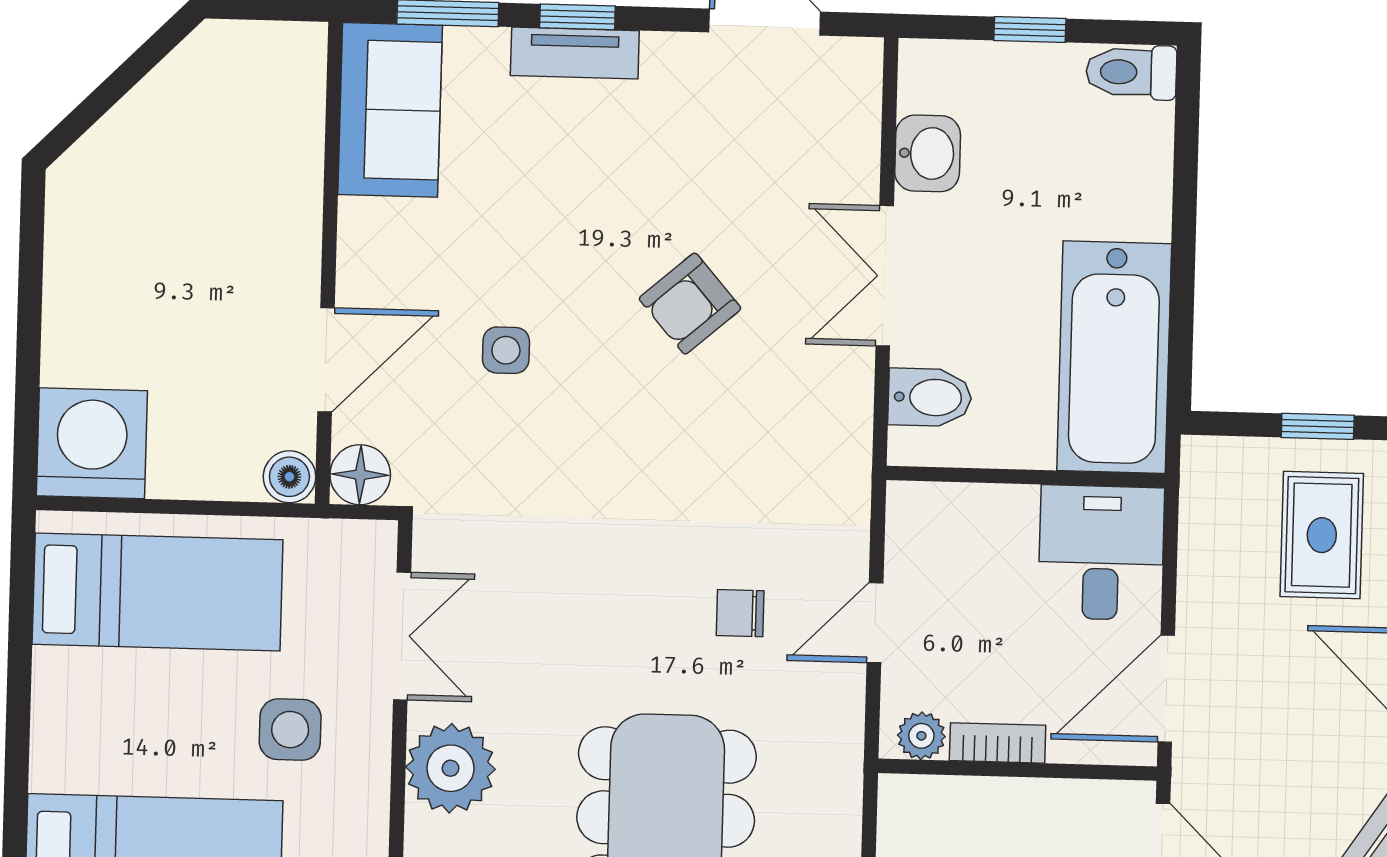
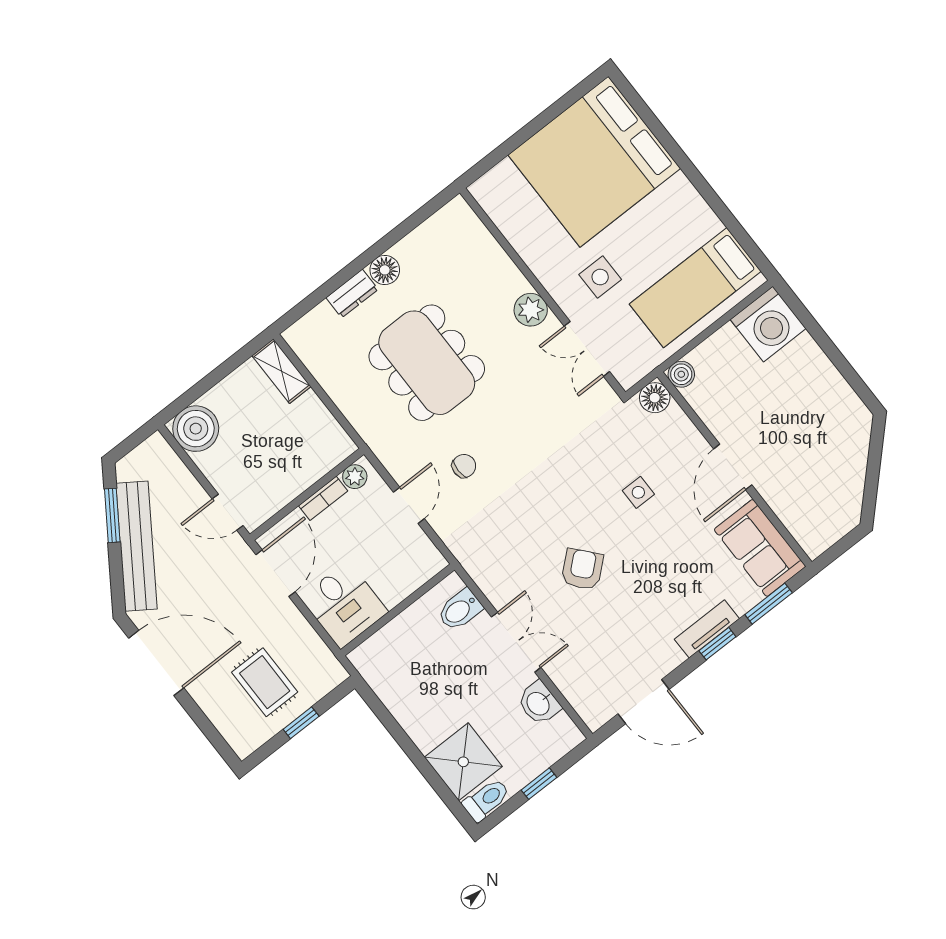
shower: (1118, 159) -> (463, 762), added
bathtub: (1114, 357) -> (402, 684), removed
door: (326, 360) -> (733, 467), moved
plant: (450, 768) -> (531, 310), width x0.73, depth x0.73

